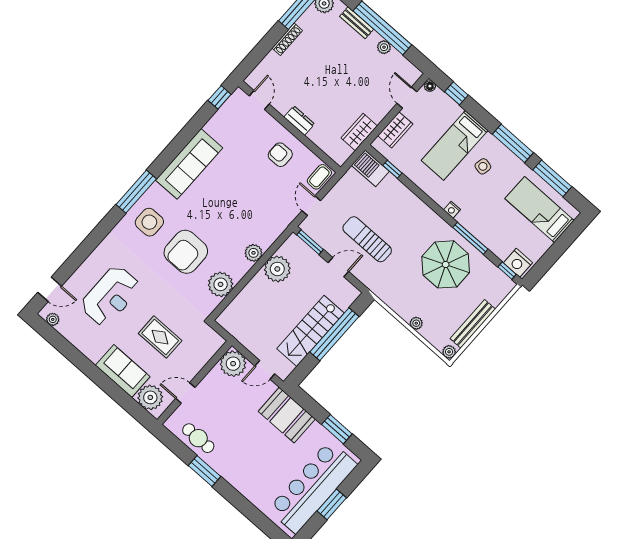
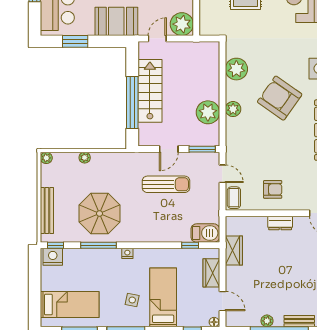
armchair: (186, 252) -> (280, 98), moved, turned -55
bench: (473, 324) -> (47, 211), moved

